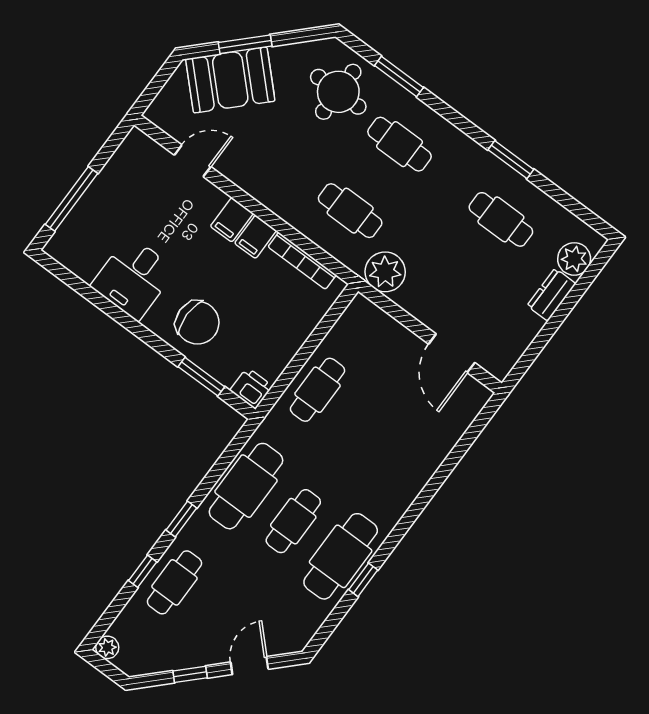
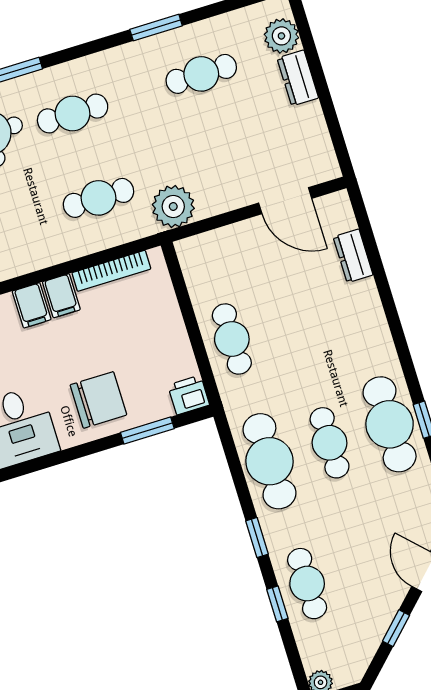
dresser: (448, 435) -> (353, 256), added

